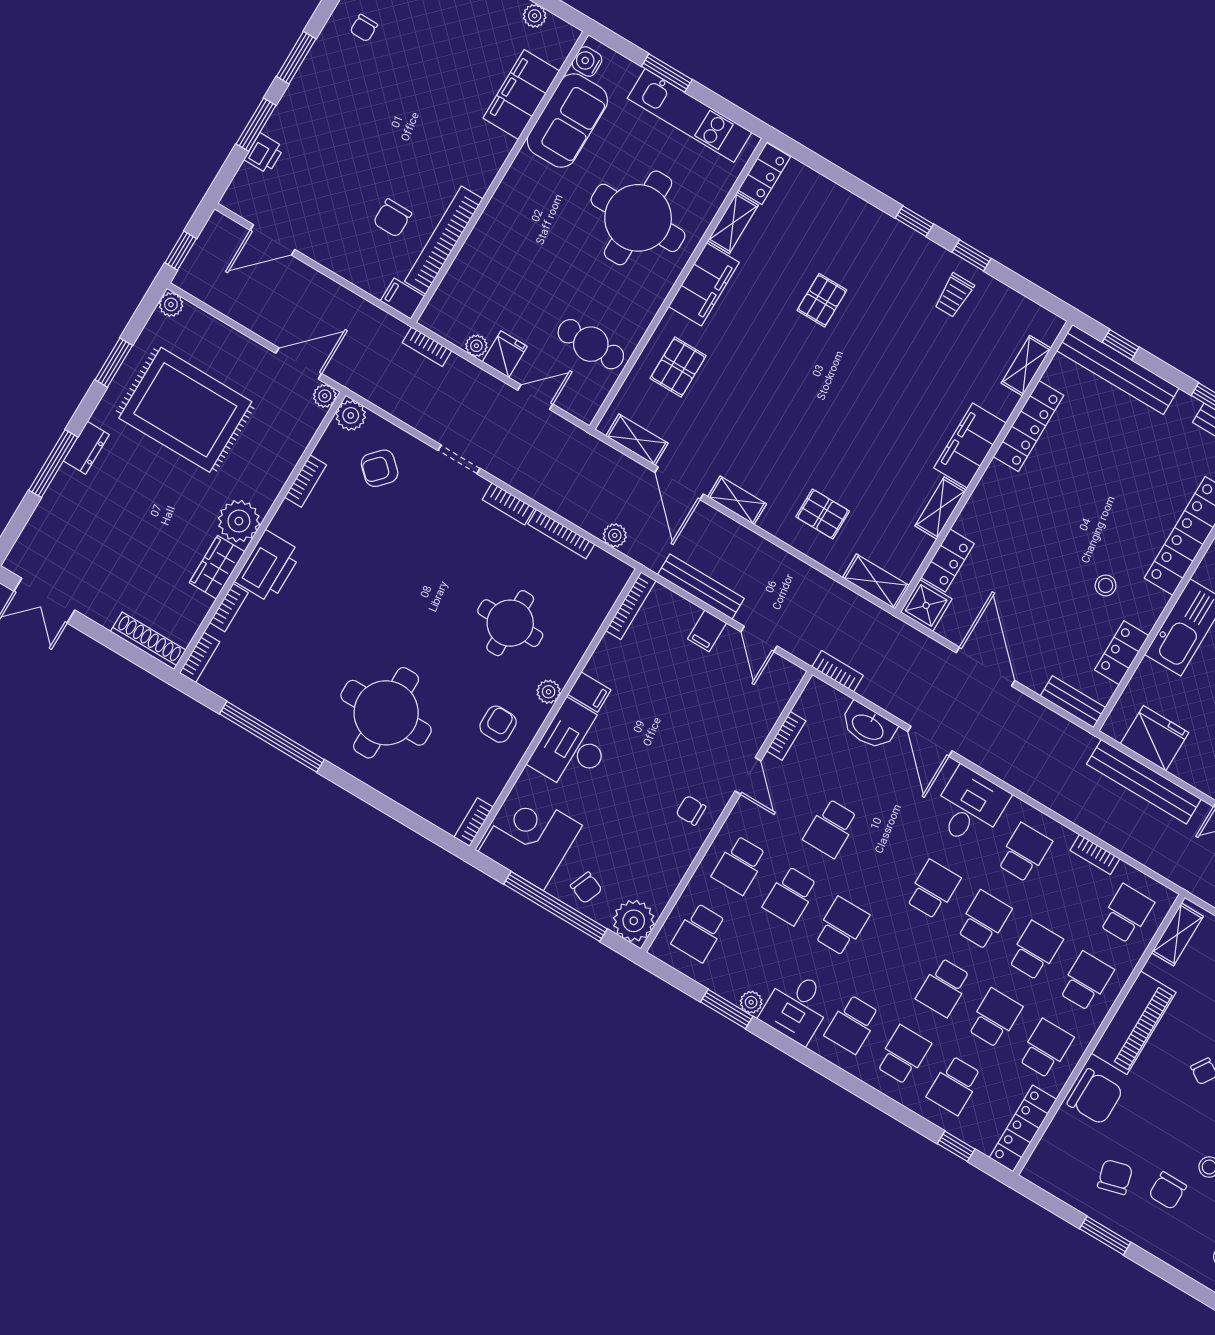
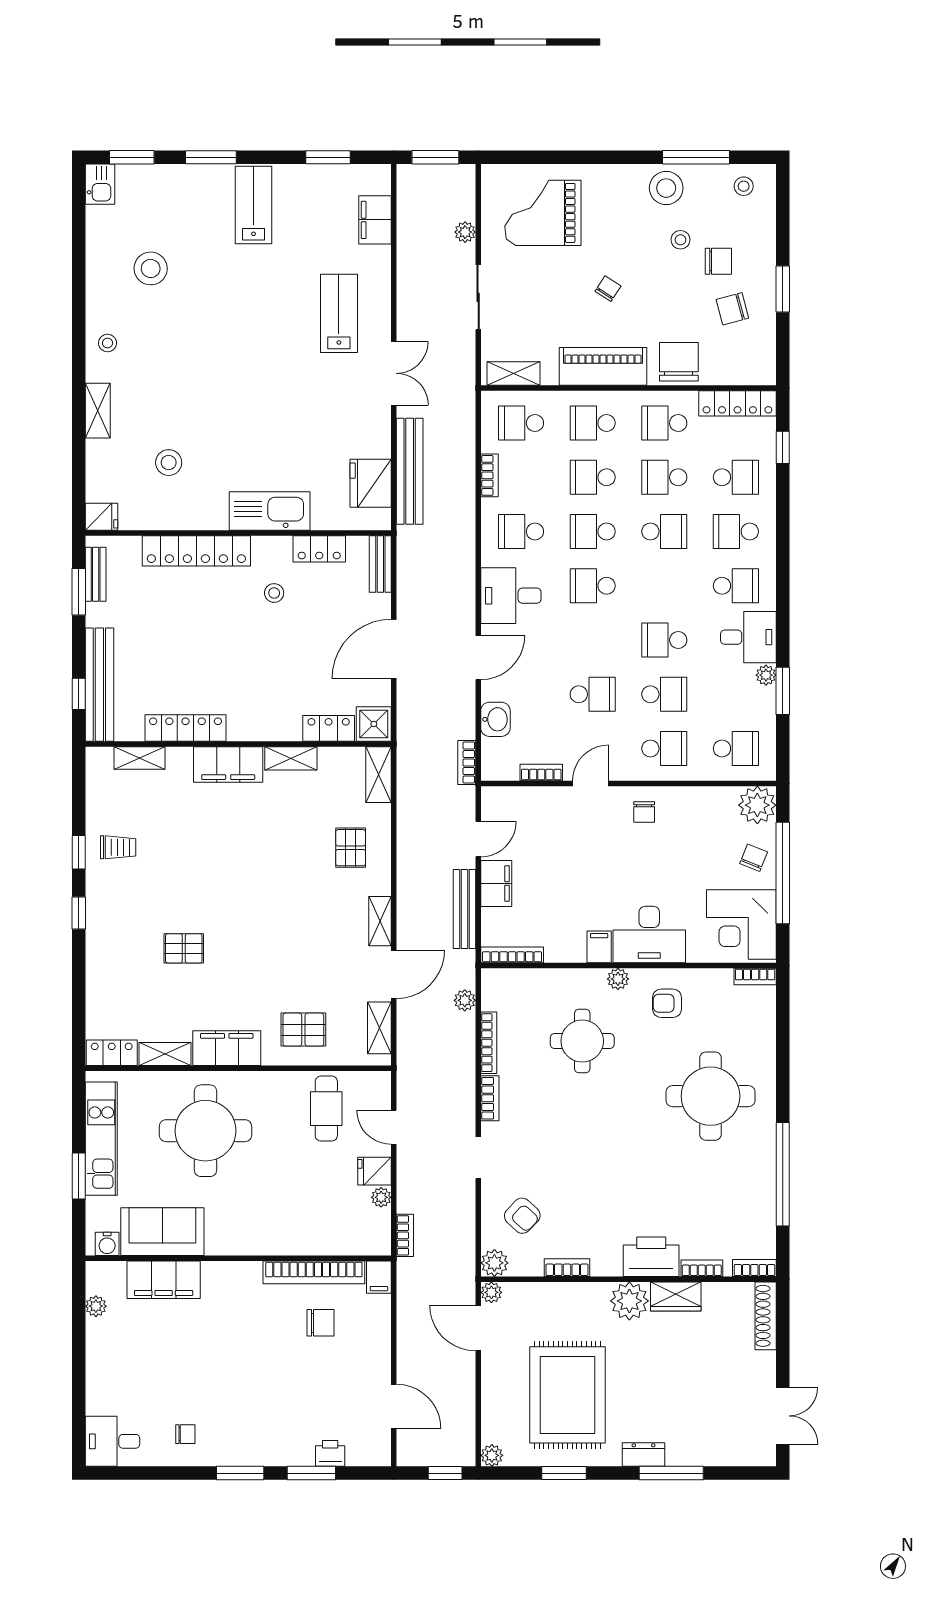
filing cabinet: (707, 631) -> (496, 883), width x2.00
washbasin: (868, 726) -> (495, 719), width x0.72

